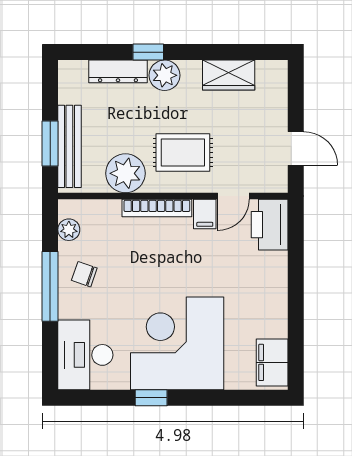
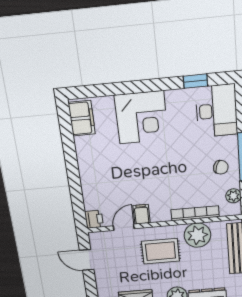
bookcase: (157, 208) -> (195, 213), moved
printer: (270, 225) -> (94, 219), width x0.53, depth x0.68
corner desk: (177, 343) -> (141, 117), width x0.74, depth x0.74
window: (151, 398) -> (195, 81), moved

